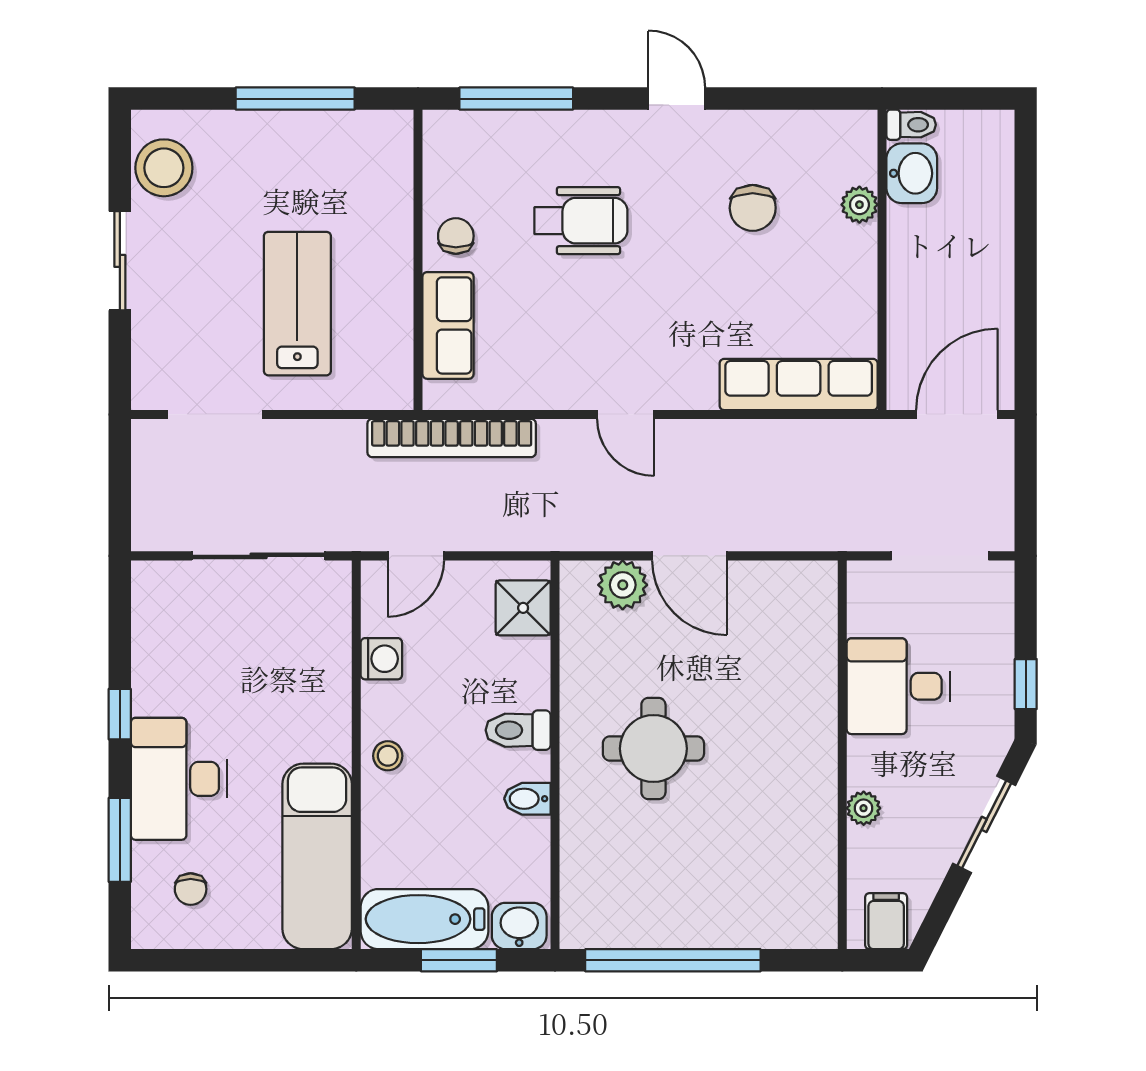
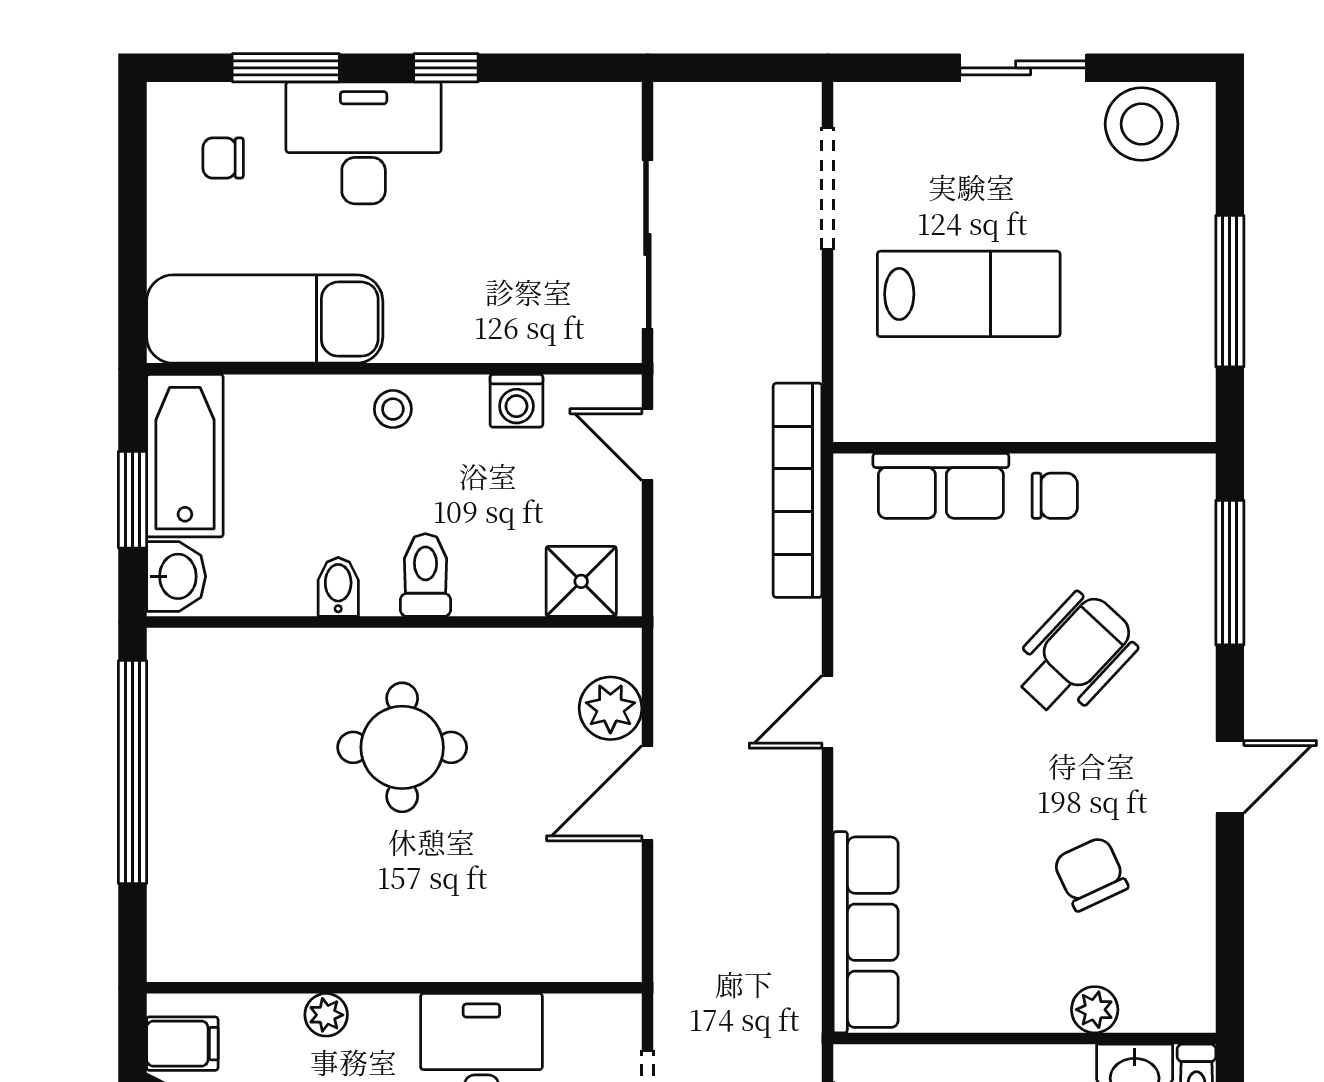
chair: (753, 208) -> (1091, 874), turned 65
wheelchair: (581, 221) -> (1074, 655), turned -137

